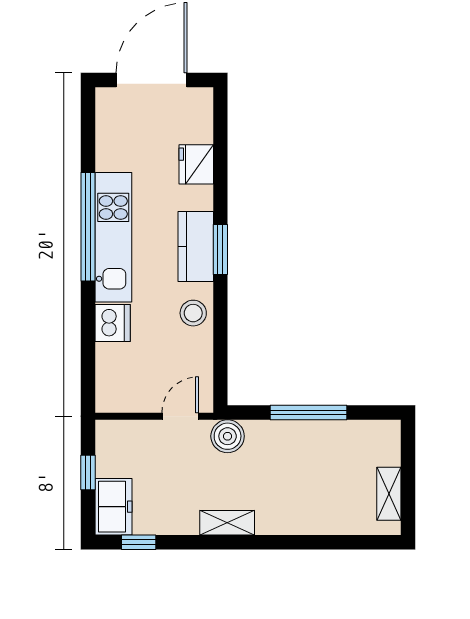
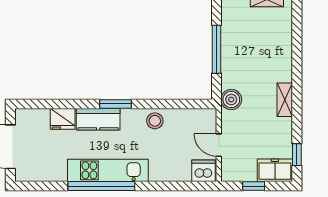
kitchen counter: (196, 246) -> (98, 119), moved
dishwasher: (113, 323) -> (204, 171), moved
door: (180, 416) -> (219, 145), moved

